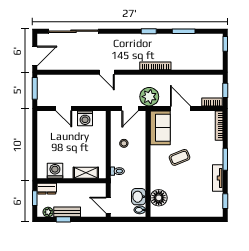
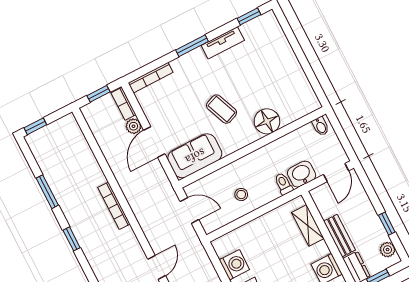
plant: (149, 97) -> (134, 126), moved, width x0.53, depth x0.53
washbasin: (139, 197) -> (302, 174), moved, turned 180
floor lamp: (159, 198) -> (267, 121), moved
bench: (67, 212) -> (339, 236), moved

